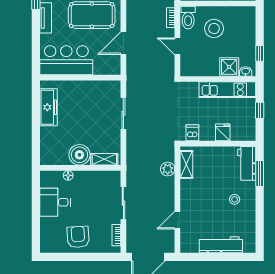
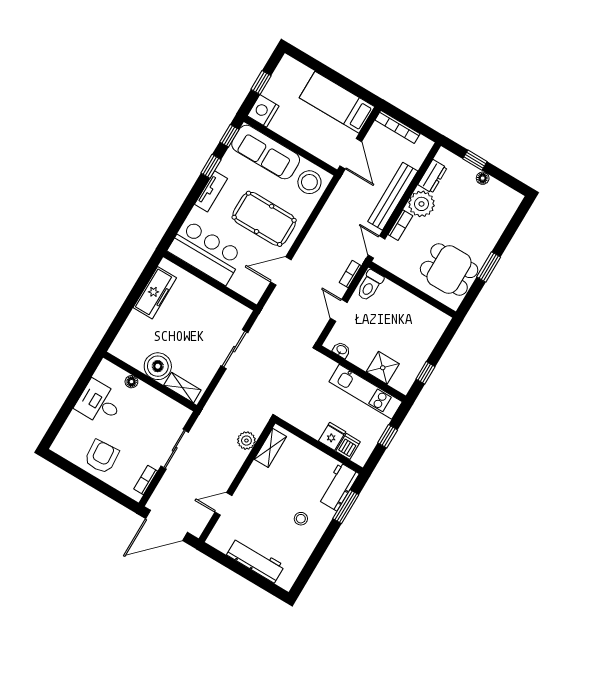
stool: (214, 28) -> (391, 315), removed
washbasin: (246, 71) -> (342, 350), moved
dishwasher: (192, 133) -> (348, 446), moved

